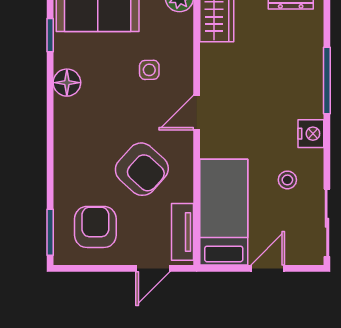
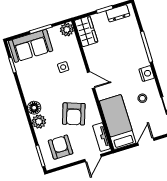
floor lamp: (67, 83) -> (34, 108), moved
door: (197, 113) -> (91, 80), swing flipped
plant: (68, 163) -> (39, 122), added
armchair: (142, 169) -> (74, 114), turned 67

